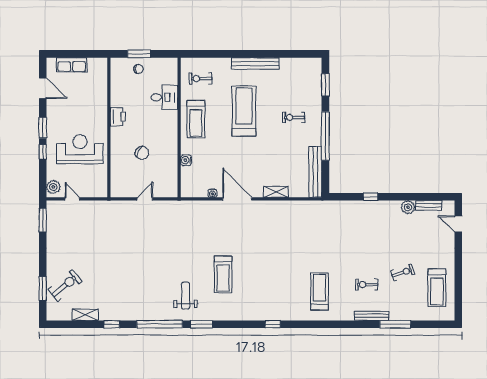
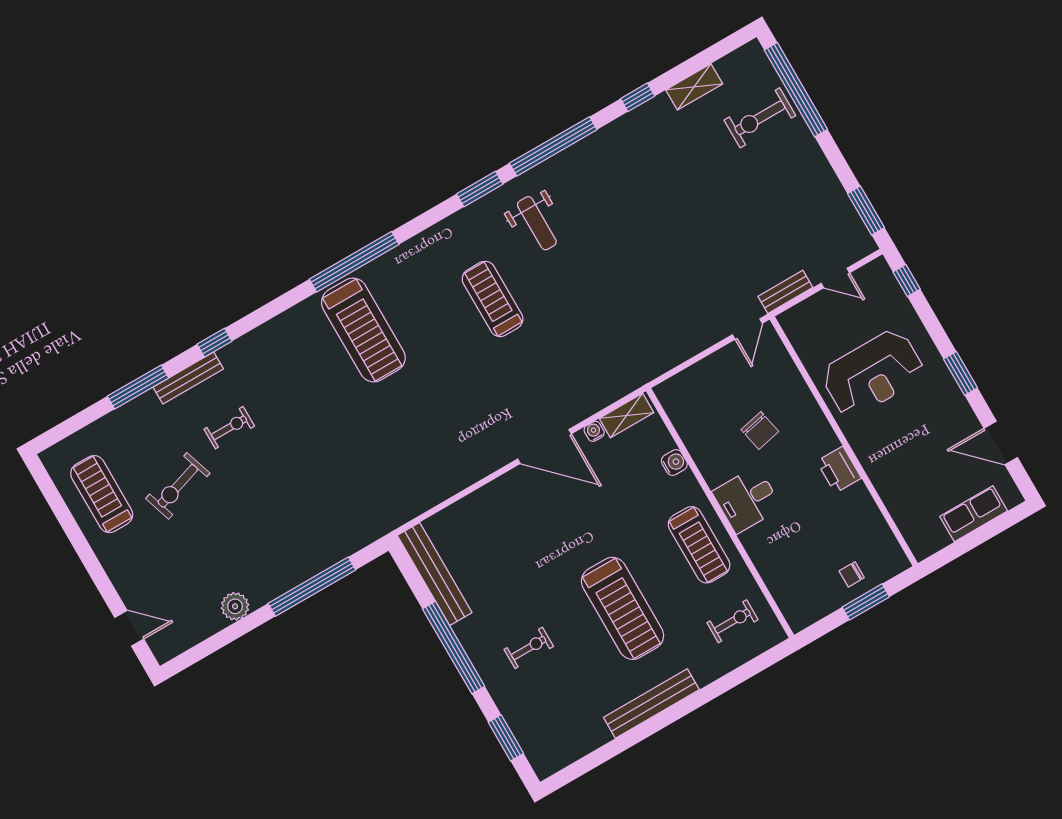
desk: (164, 97) -> (747, 500), moved
treadmill: (196, 119) -> (699, 545), turned 180
window: (43, 152) -> (907, 281), moved
chair: (142, 153) -> (760, 430), turned -131
plant: (53, 187) -> (881, 280), removed
shelving: (276, 192) -> (626, 416), moved
window: (371, 197) -> (312, 587), width x3.17
door: (145, 199) -> (747, 329), moved
bench: (429, 205) -> (785, 292), moved
exercise bike: (403, 272) -> (178, 486), width x1.38, depth x1.39
exercise bike: (65, 285) -> (760, 118), turned 39
window: (43, 289) -> (796, 90), width x2.11
treadmill: (319, 291) -> (363, 330), moved, width x1.37, depth x1.38
window: (273, 324) -> (354, 262), width x3.17
window: (352, 324) -> (215, 343), added

